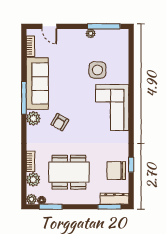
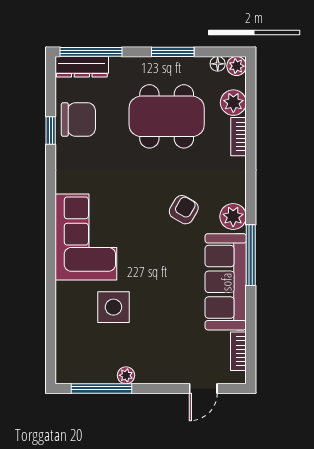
door: (49, 26) -> (203, 388), swing flipped
window: (51, 207) -> (173, 52), moved
window: (109, 207) -> (91, 52), width x1.44

